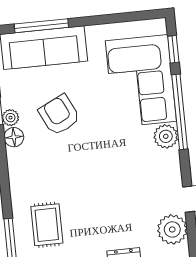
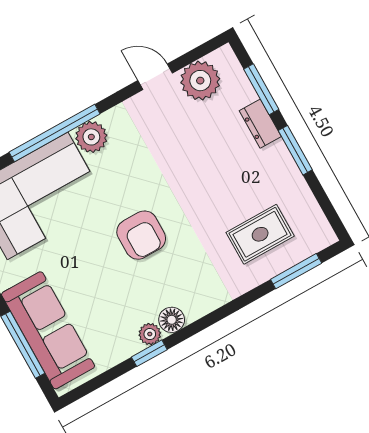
armchair: (59, 115) -> (141, 235), moved, turned -64

